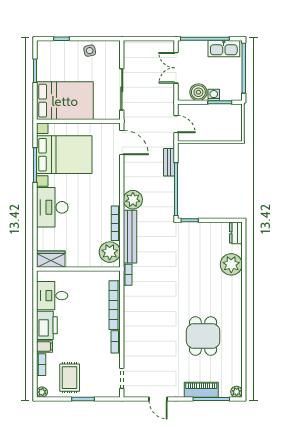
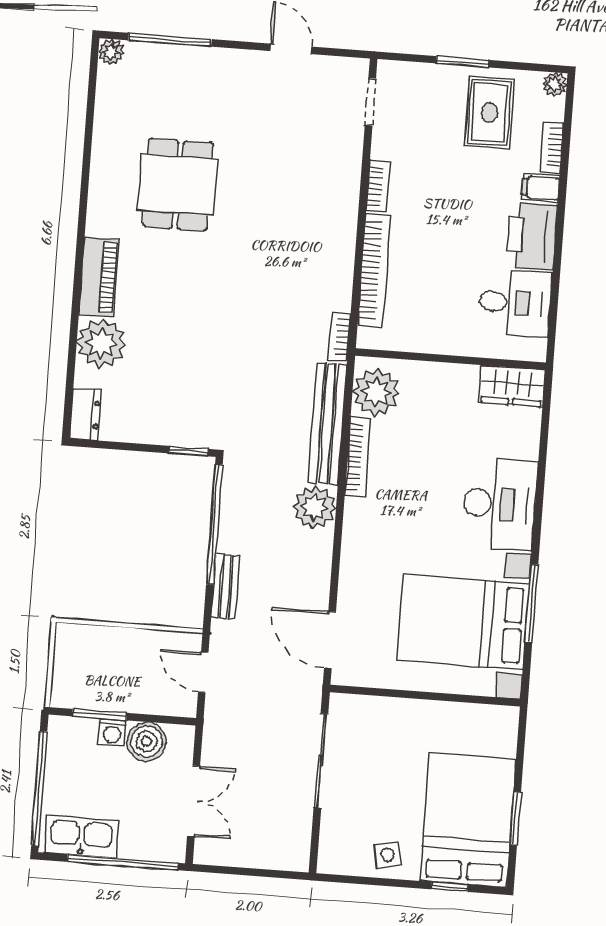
bed: (65, 101) -> (468, 820), moved, turned 90
piano: (201, 390) -> (99, 277), moved, turned -90

